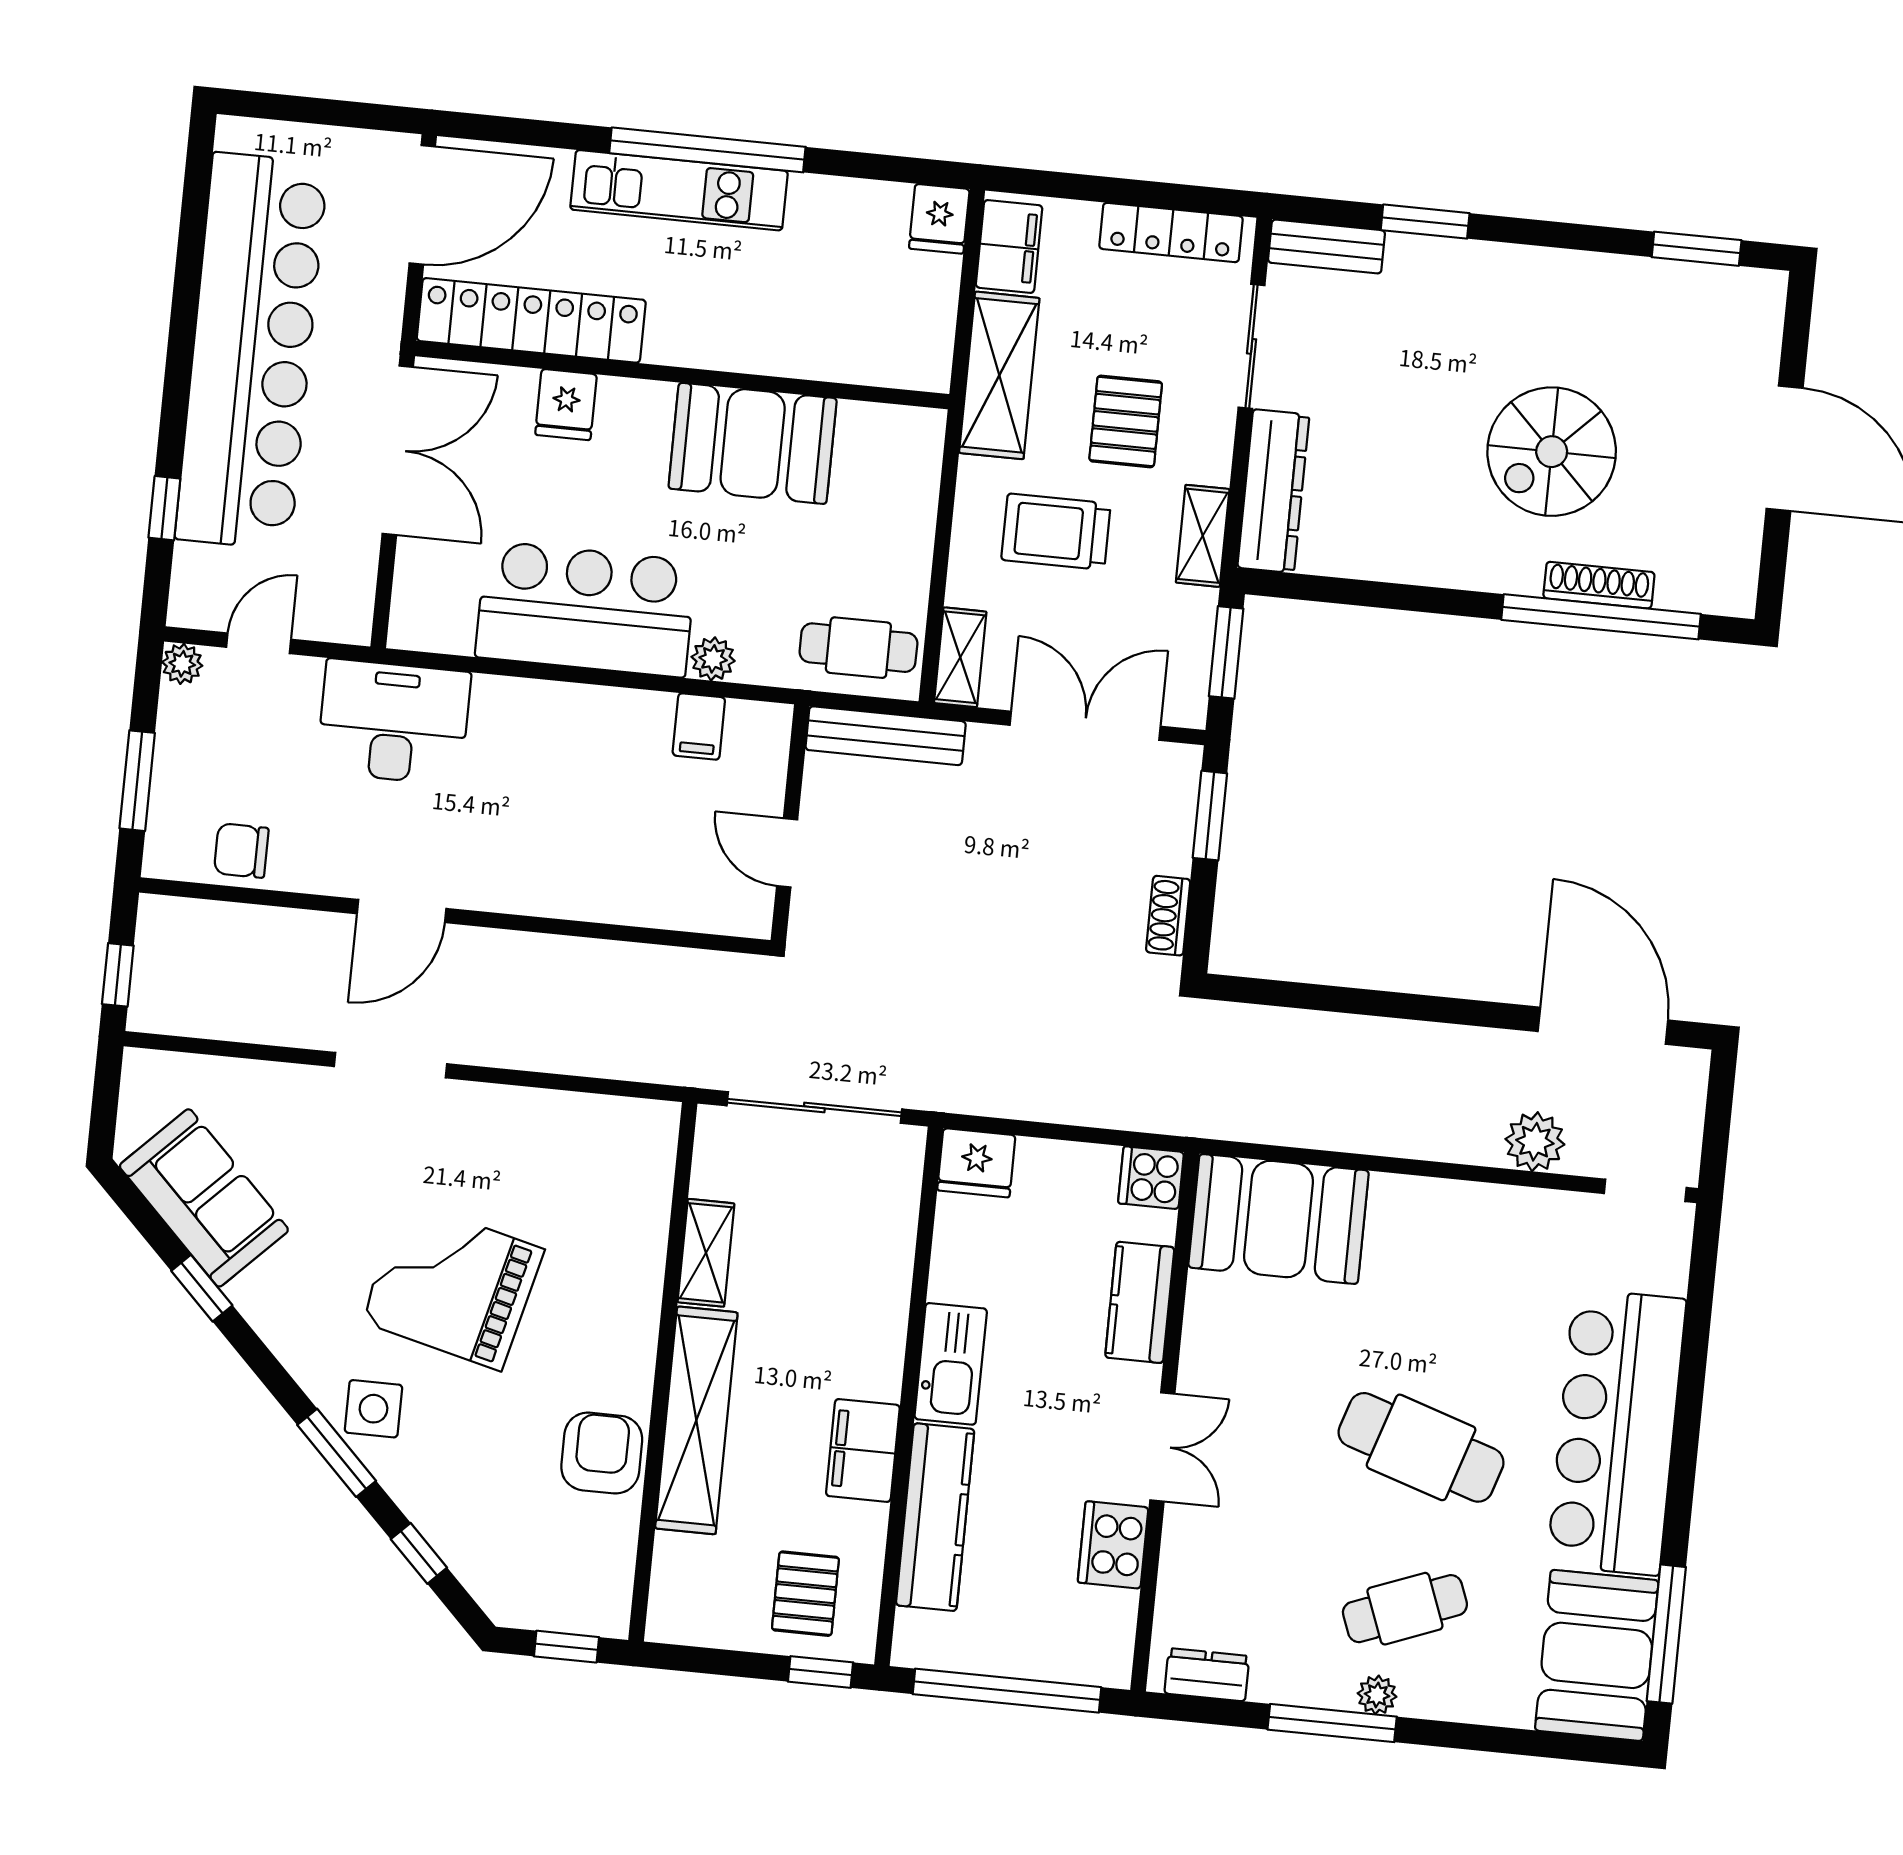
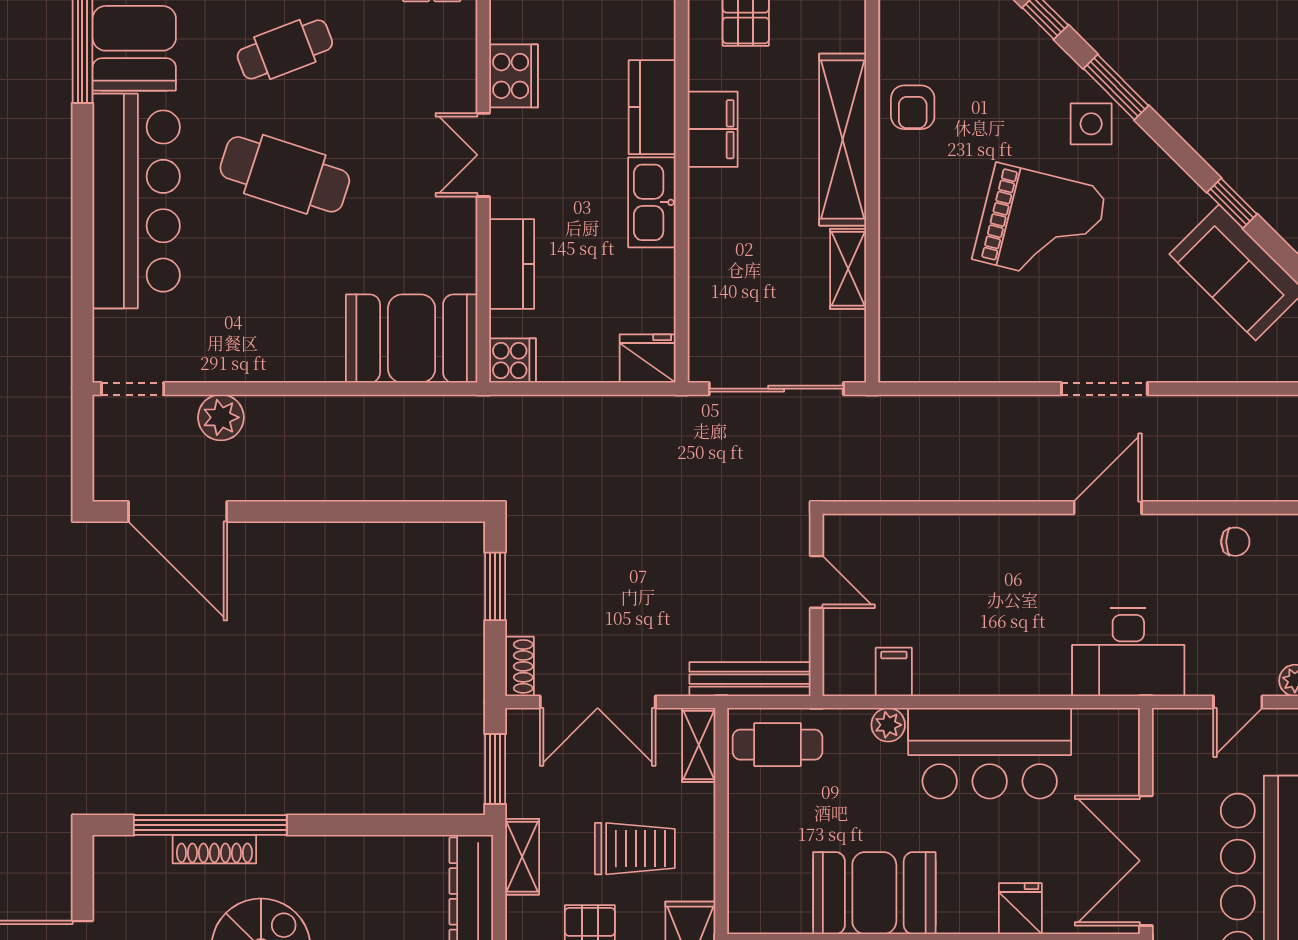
window: (1210, 816) -> (495, 586), moved
chair: (241, 851) -> (1235, 542), width x0.73, depth x0.73
shoe rack: (1168, 916) -> (519, 666), moved
armchair: (602, 1453) -> (913, 107), width x0.72, depth x0.72
kitchen counter: (935, 1517) -> (652, 107), width x0.67

